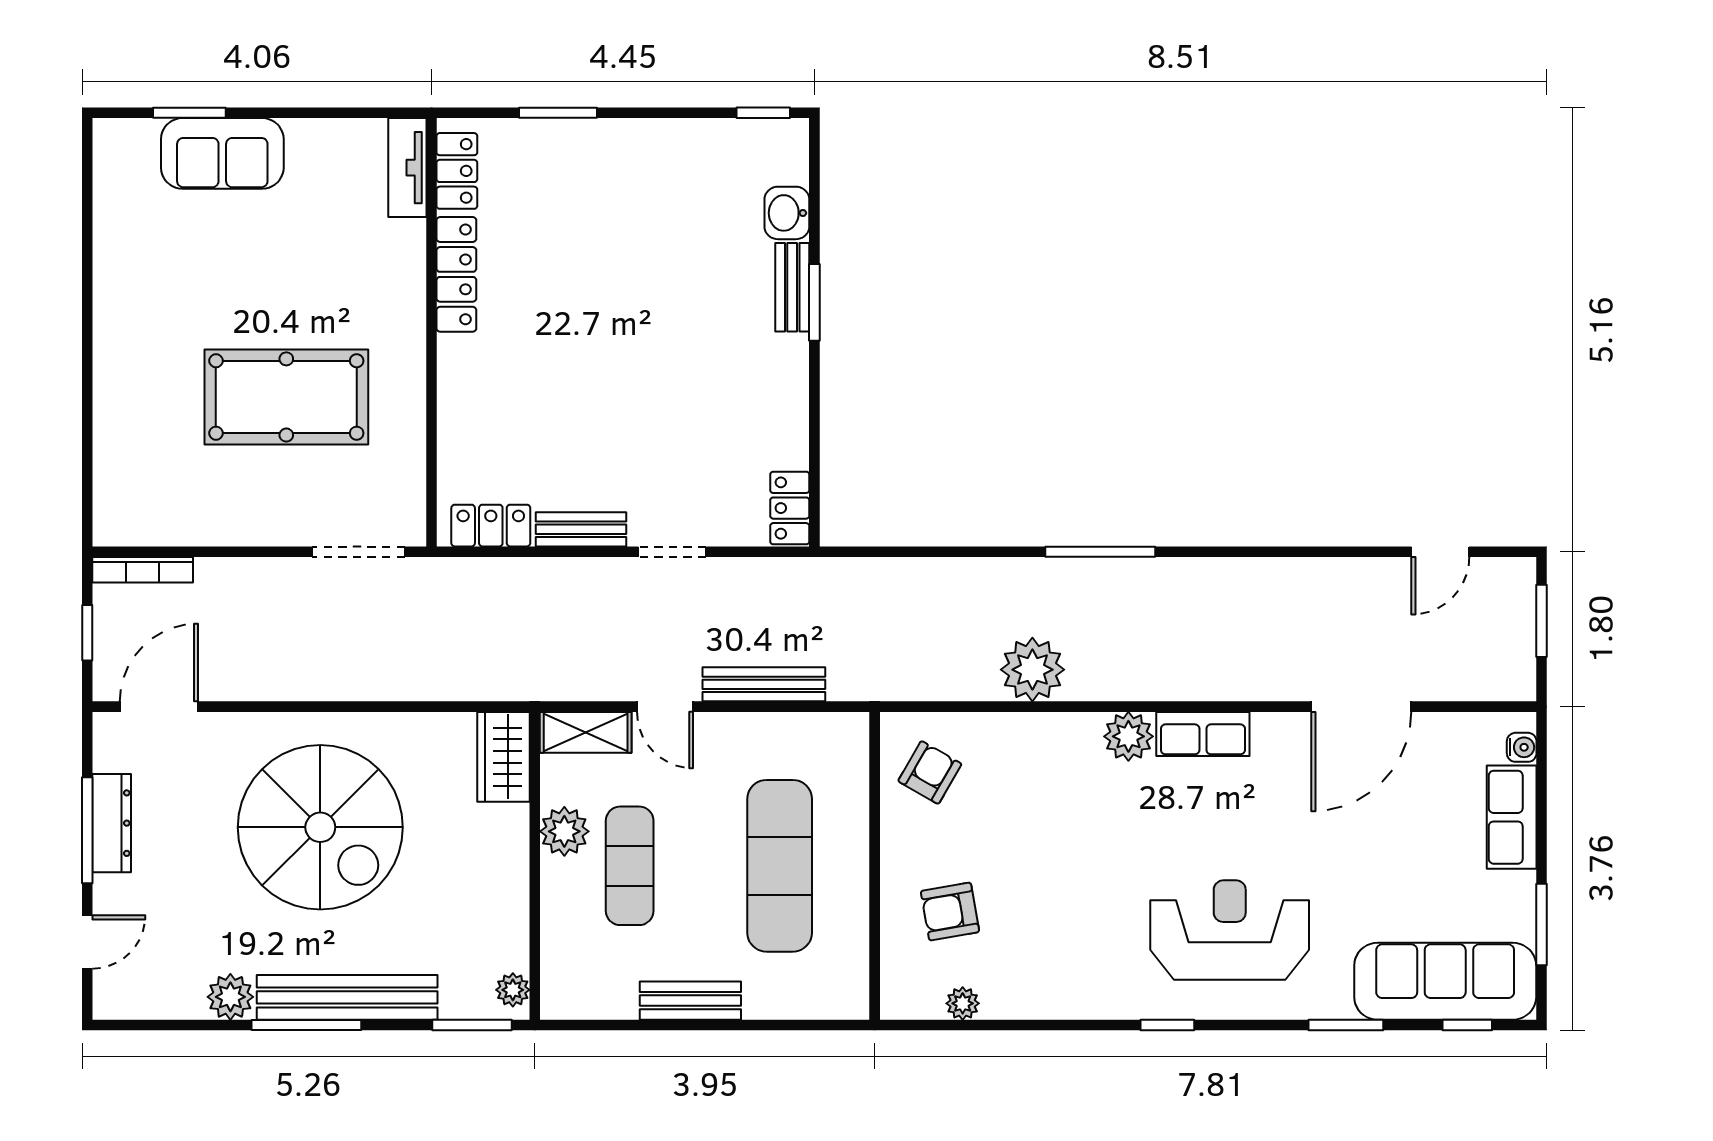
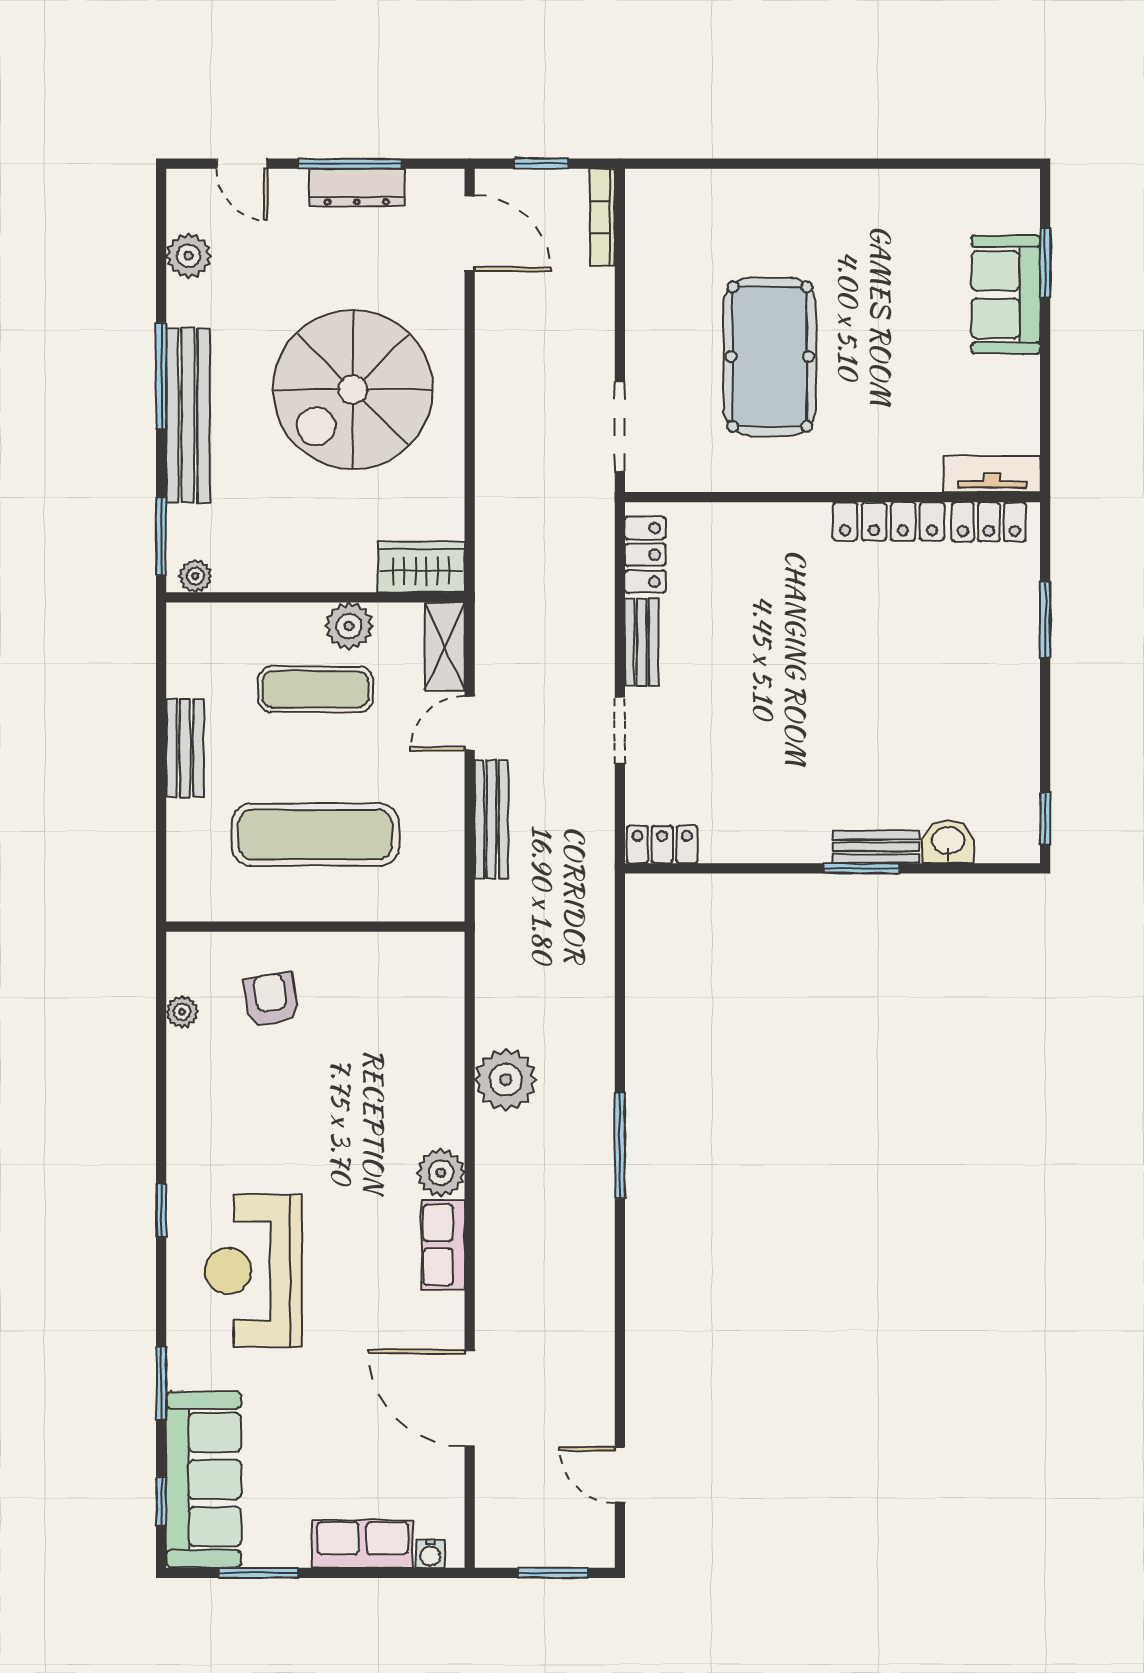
armchair: (930, 772) -> (406, 980), removed
reception desk: (1230, 930) -> (253, 1271), turned 180
plant: (230, 997) -> (189, 256), moved

